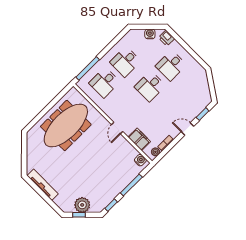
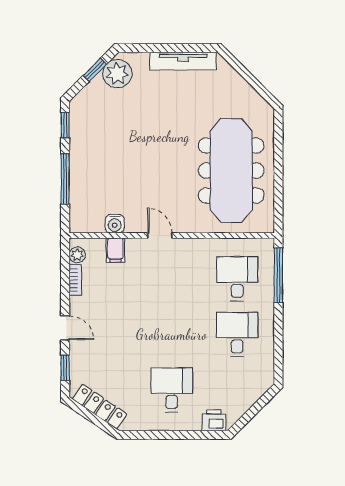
water cooler: (150, 34) -> (241, 404), removed
desk: (150, 86) -> (172, 334), removed
locker: (204, 86) -> (100, 407), added
door: (188, 129) -> (65, 328), hinge flipped
filing cabinet: (139, 139) -> (115, 250), width x0.50
water cooler: (140, 160) -> (115, 224), moved
plant: (82, 205) -> (117, 74), moved

